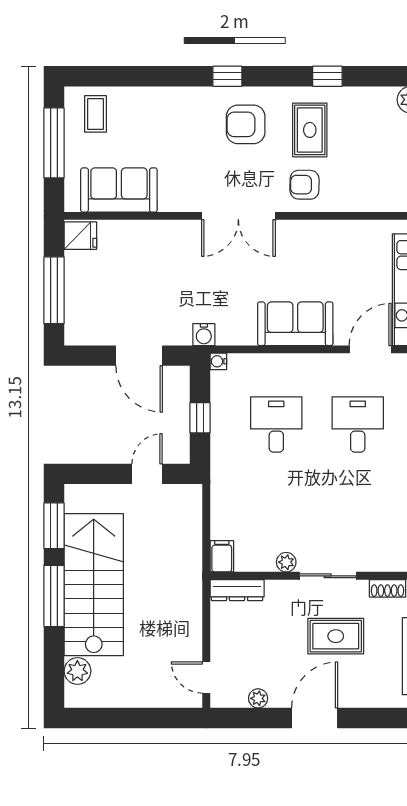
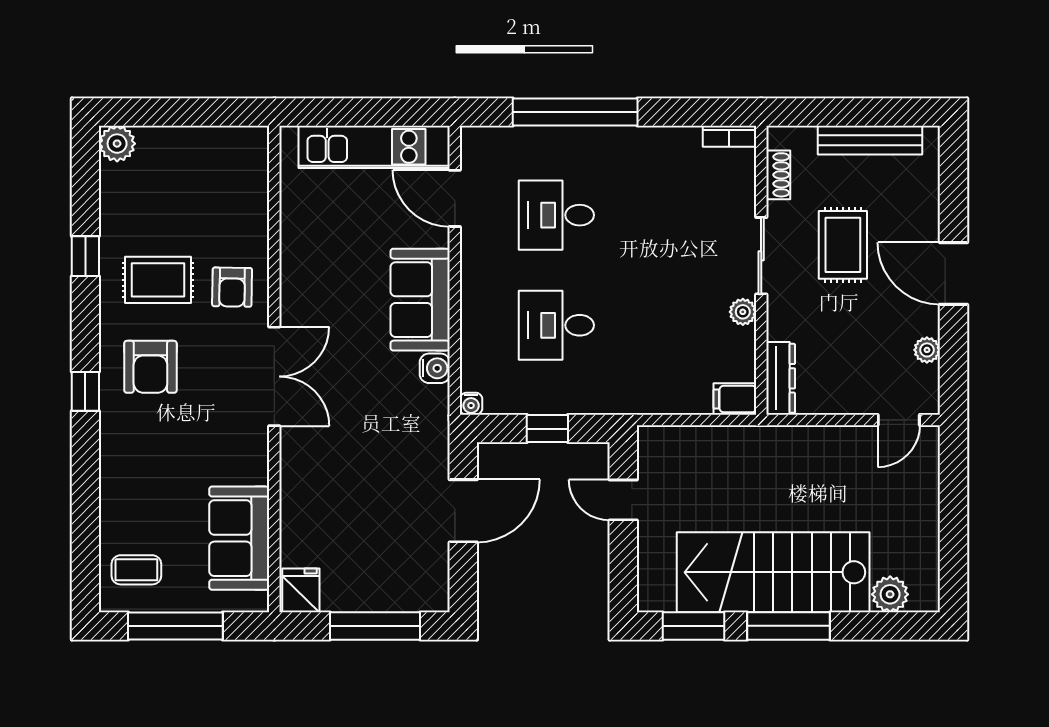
water cooler: (204, 335) -> (435, 368), moved

